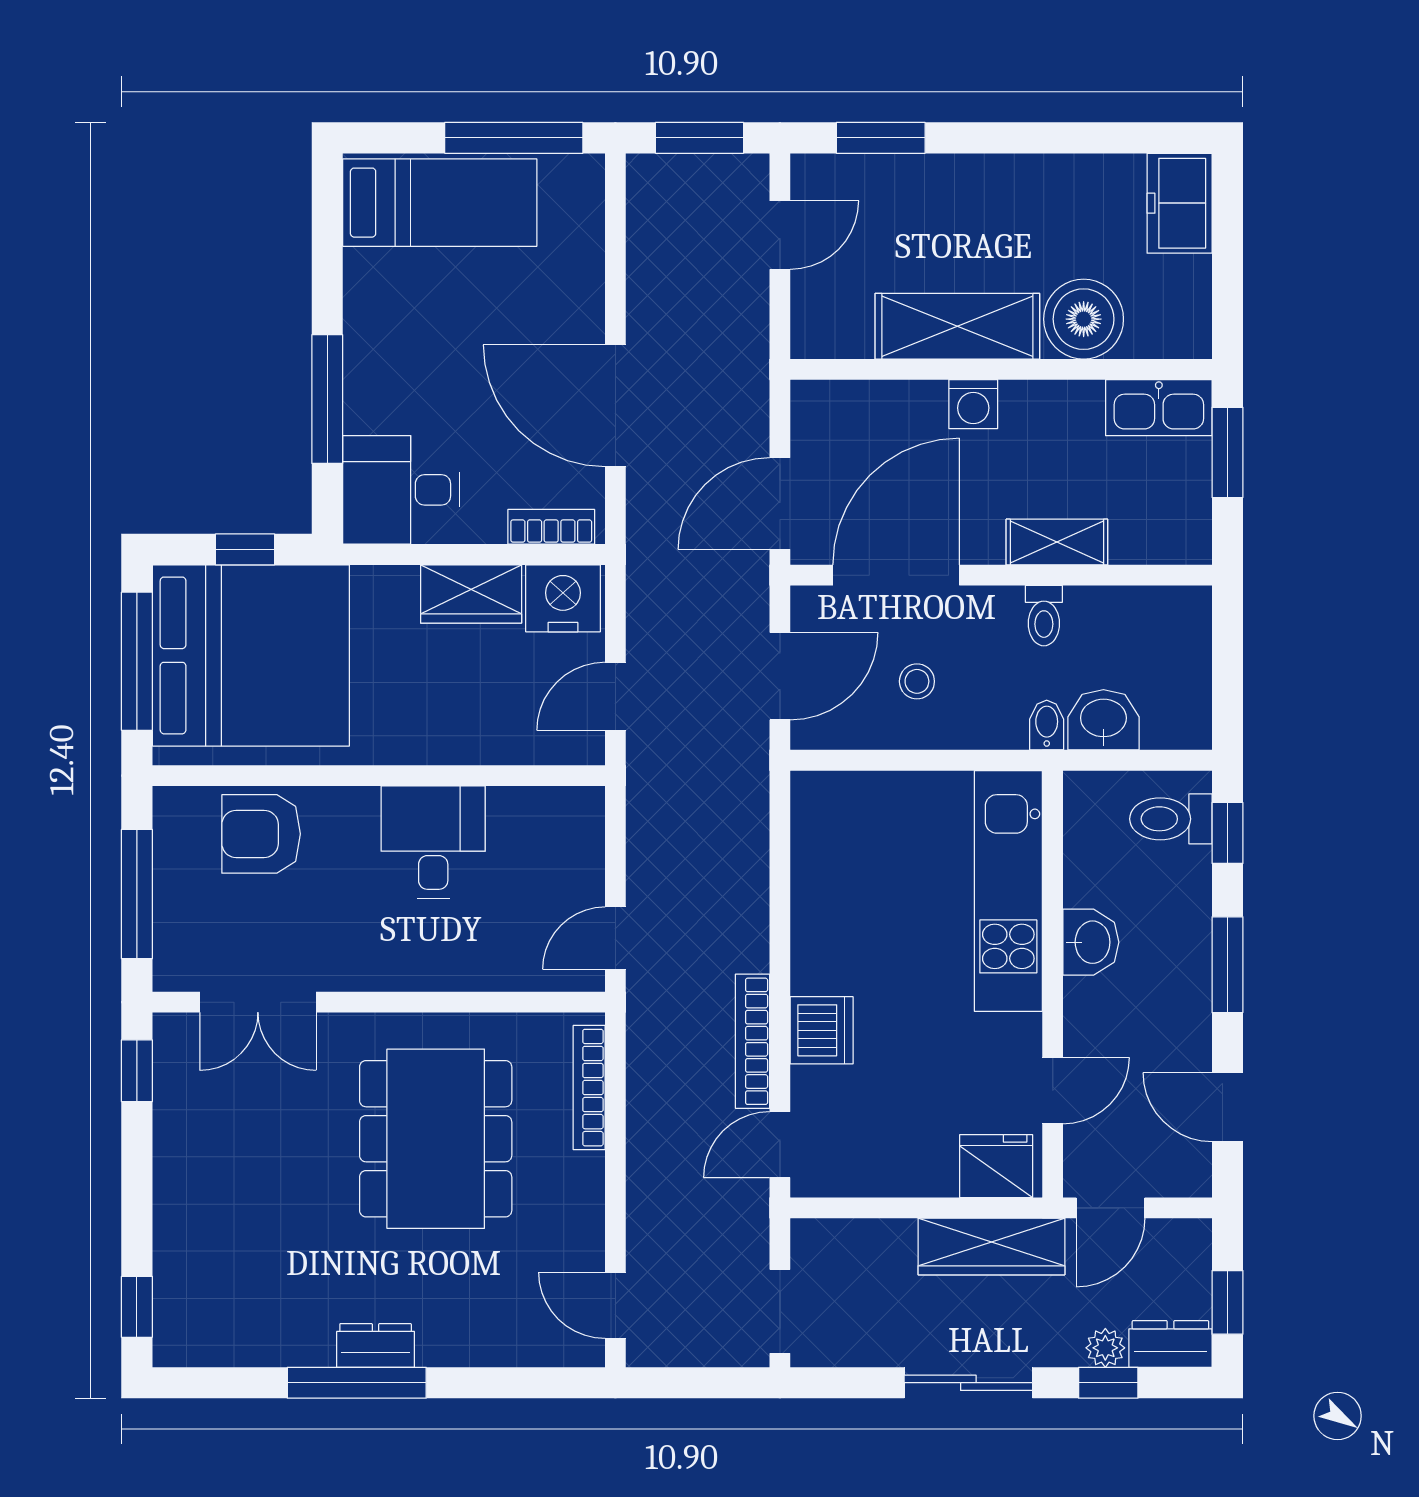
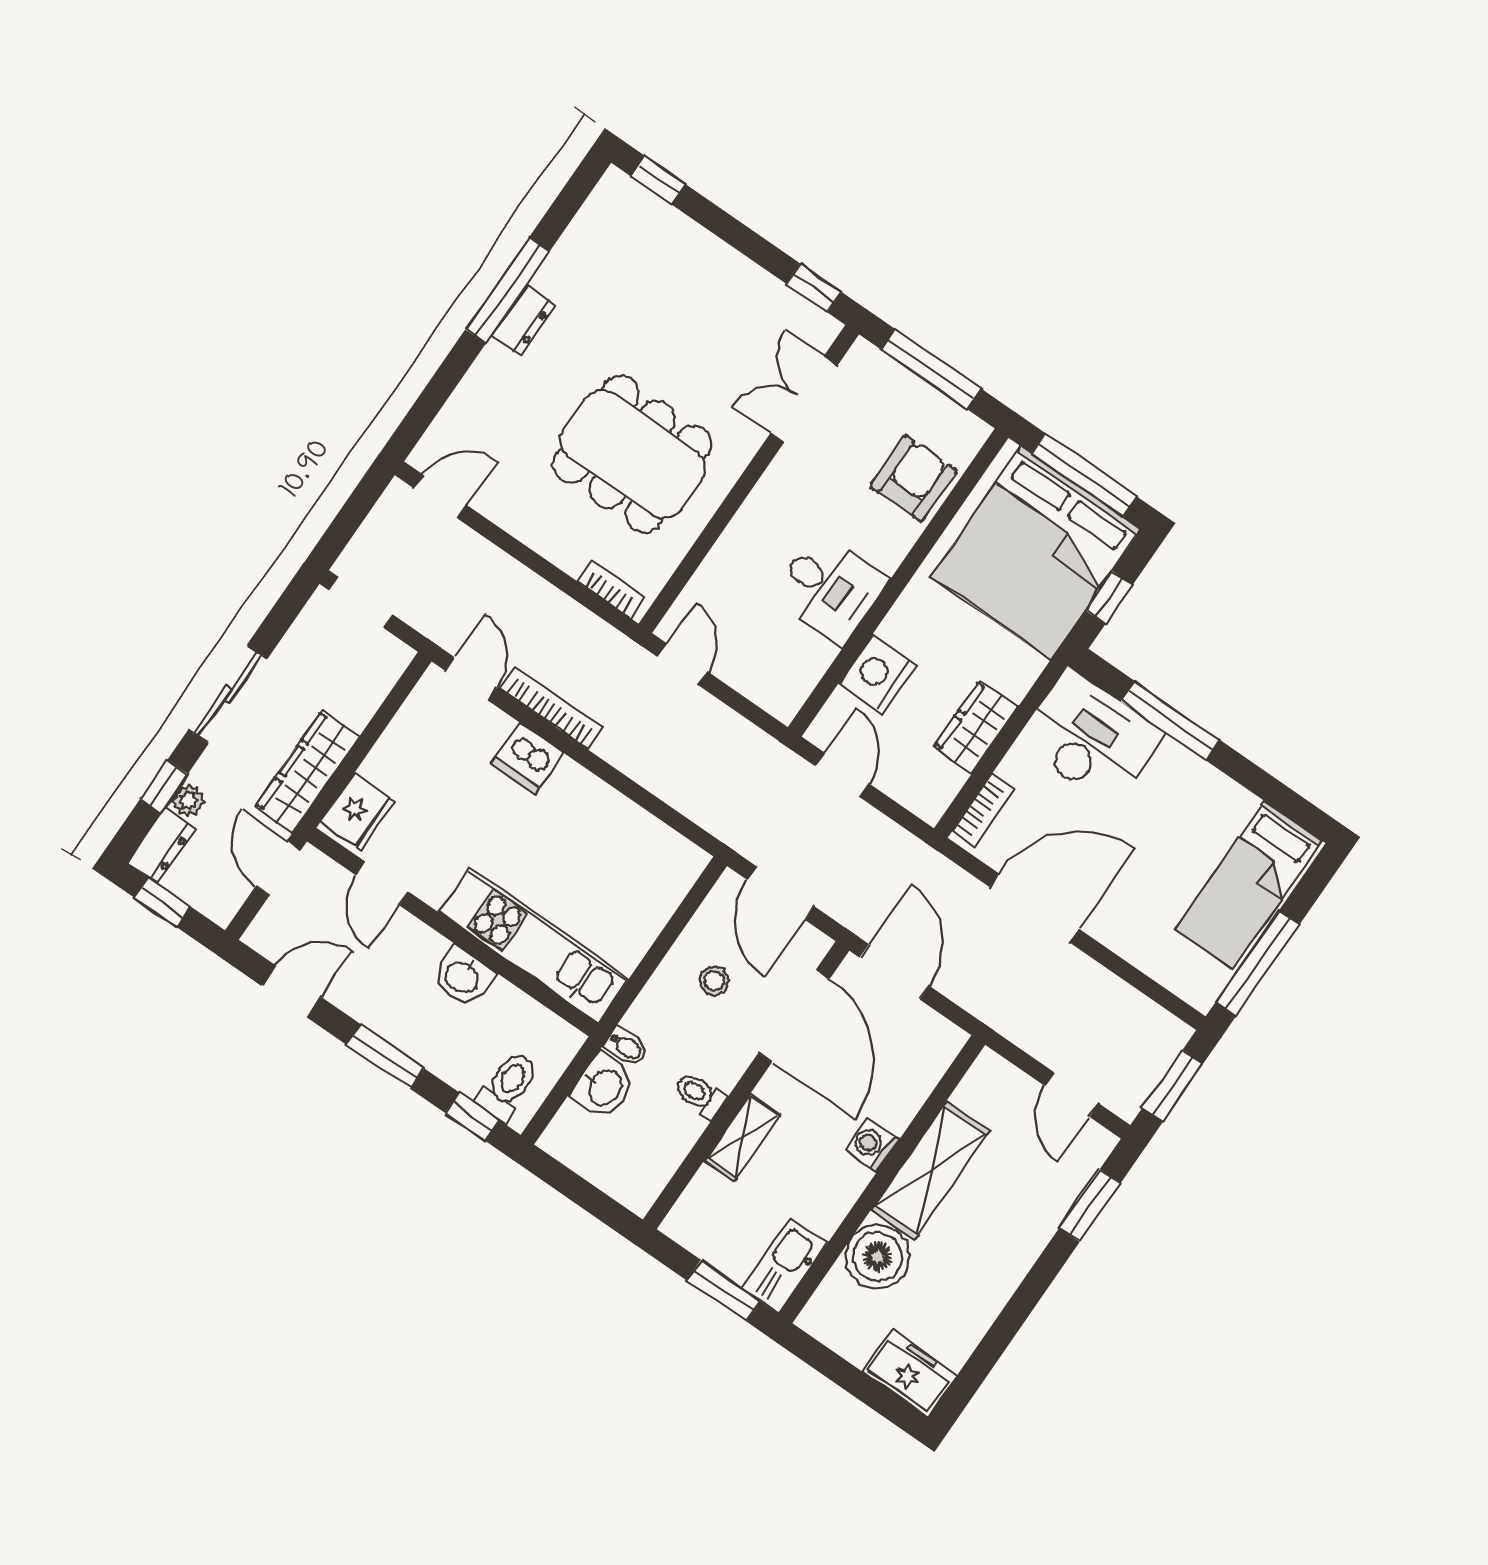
desk: (401, 490) -> (1090, 737), width x1.37
nightstand: (563, 598) -> (878, 674), moved, turned 180
bookcase: (589, 1088) -> (611, 589), width x0.64

